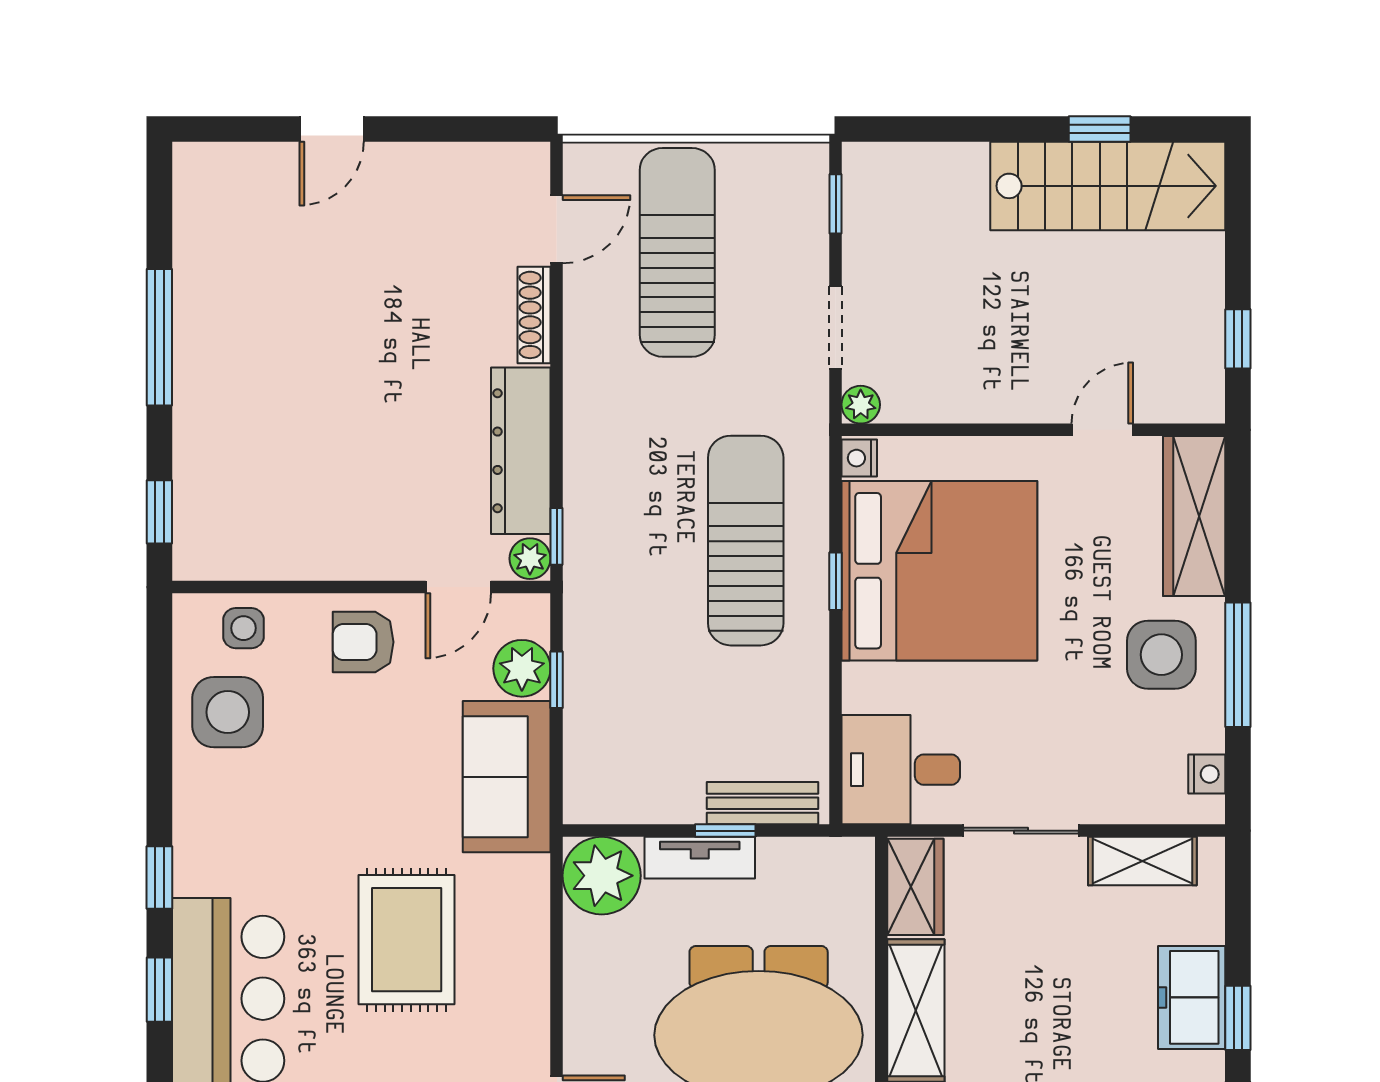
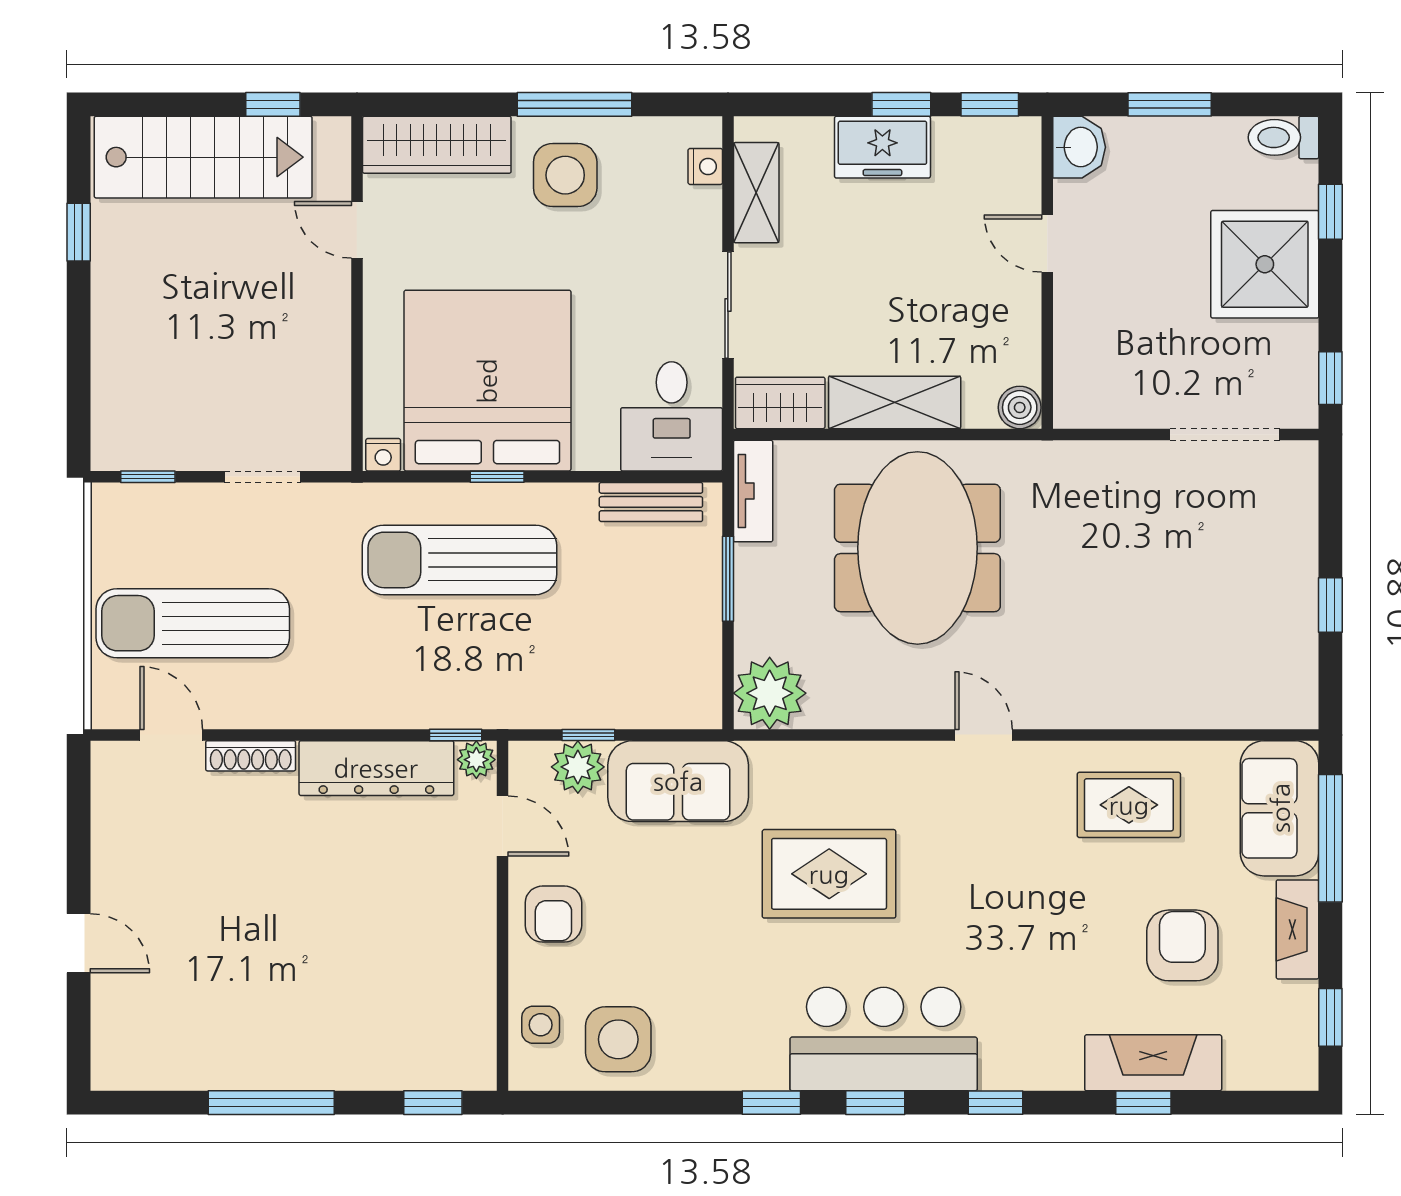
stairs: (1108, 186) -> (203, 157), moved, turned 90
plant: (861, 405) -> (334, 453), removed
nightstand: (1207, 774) -> (705, 166), moved, turned 90
bench: (762, 803) -> (651, 502), moved, turned 90
window: (725, 831) -> (728, 579), width x1.50
tv unit: (700, 858) -> (753, 491), moved

